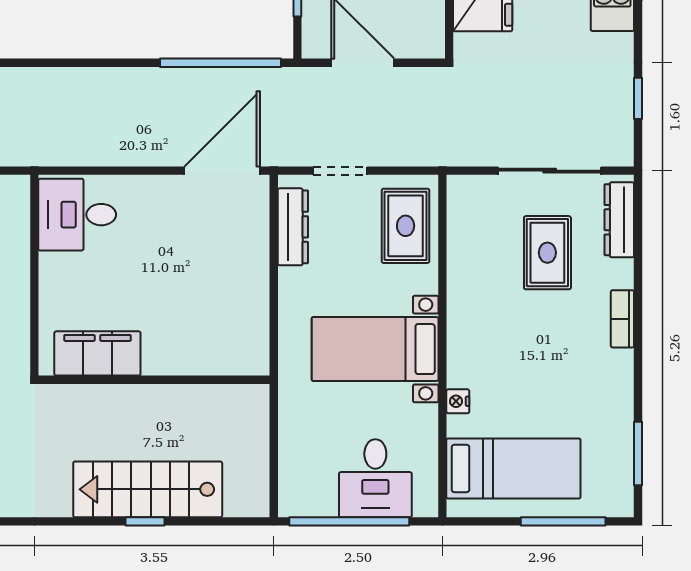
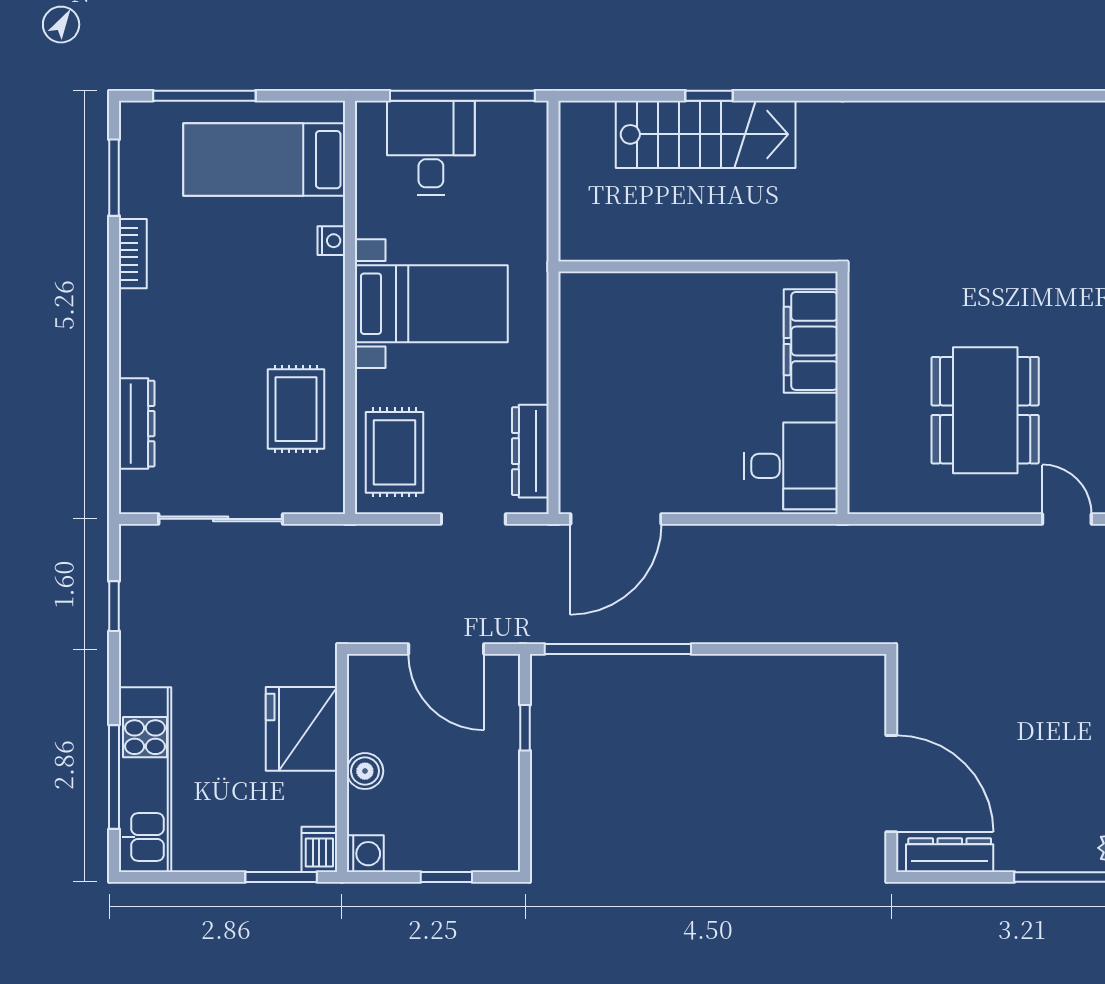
dresser: (619, 220) -> (137, 424), moved
rug: (547, 253) -> (296, 409), moved
bookcase: (622, 319) -> (133, 254), moved
filing cabinet: (97, 353) -> (811, 341), moved, turned 90

